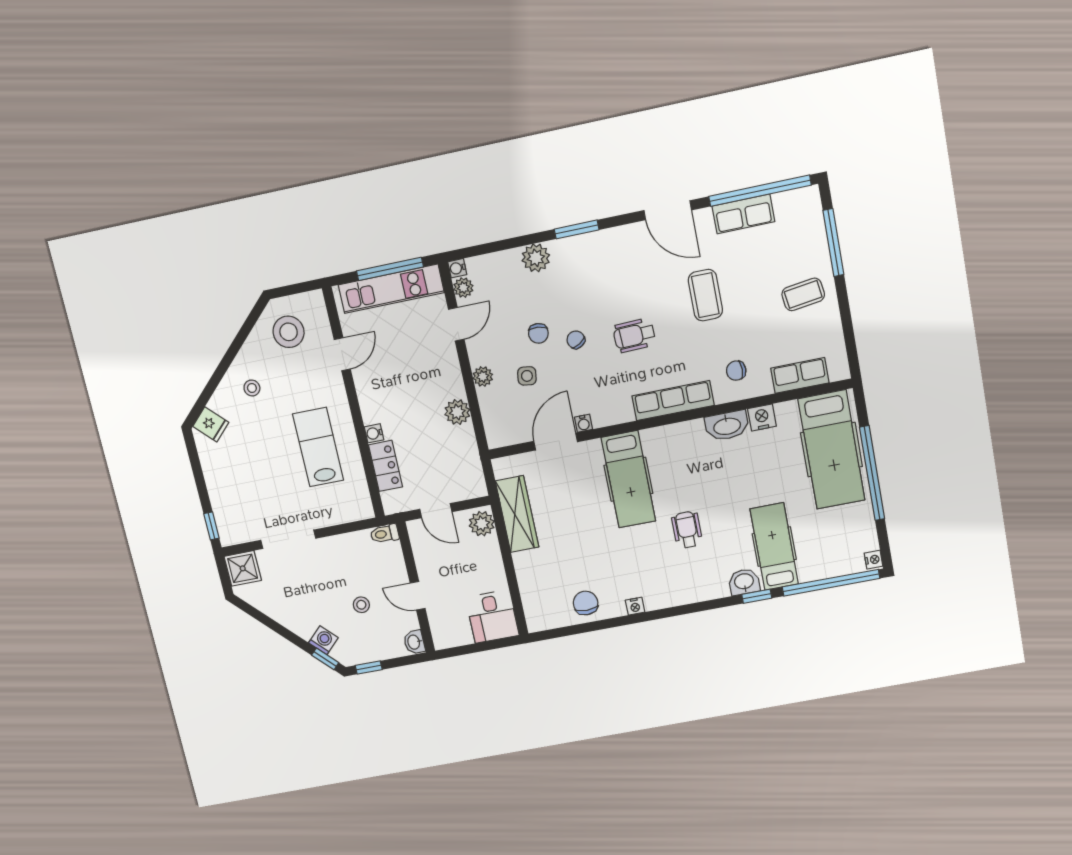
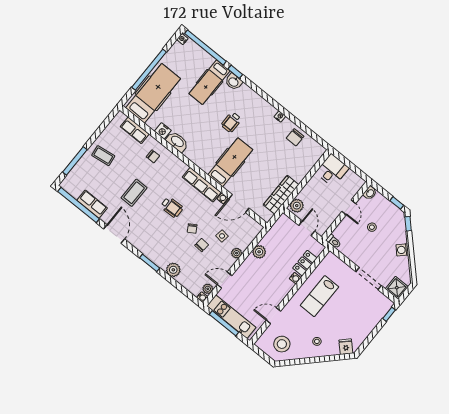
row of seats: (673, 401) -> (202, 185), moved
washing machine: (323, 640) -> (402, 250), moved

